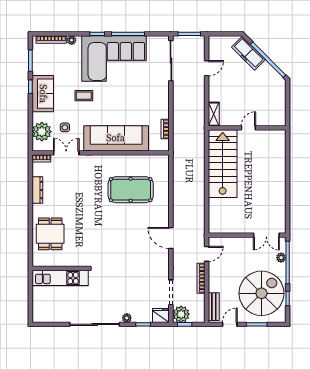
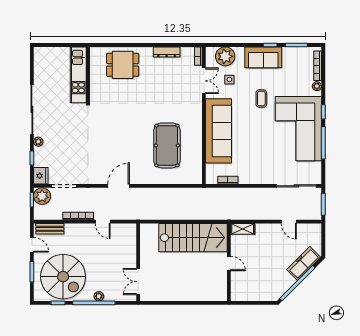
wall: (247, 235) -> (138, 262), moved
double door: (266, 235) -> (138, 282), moved

